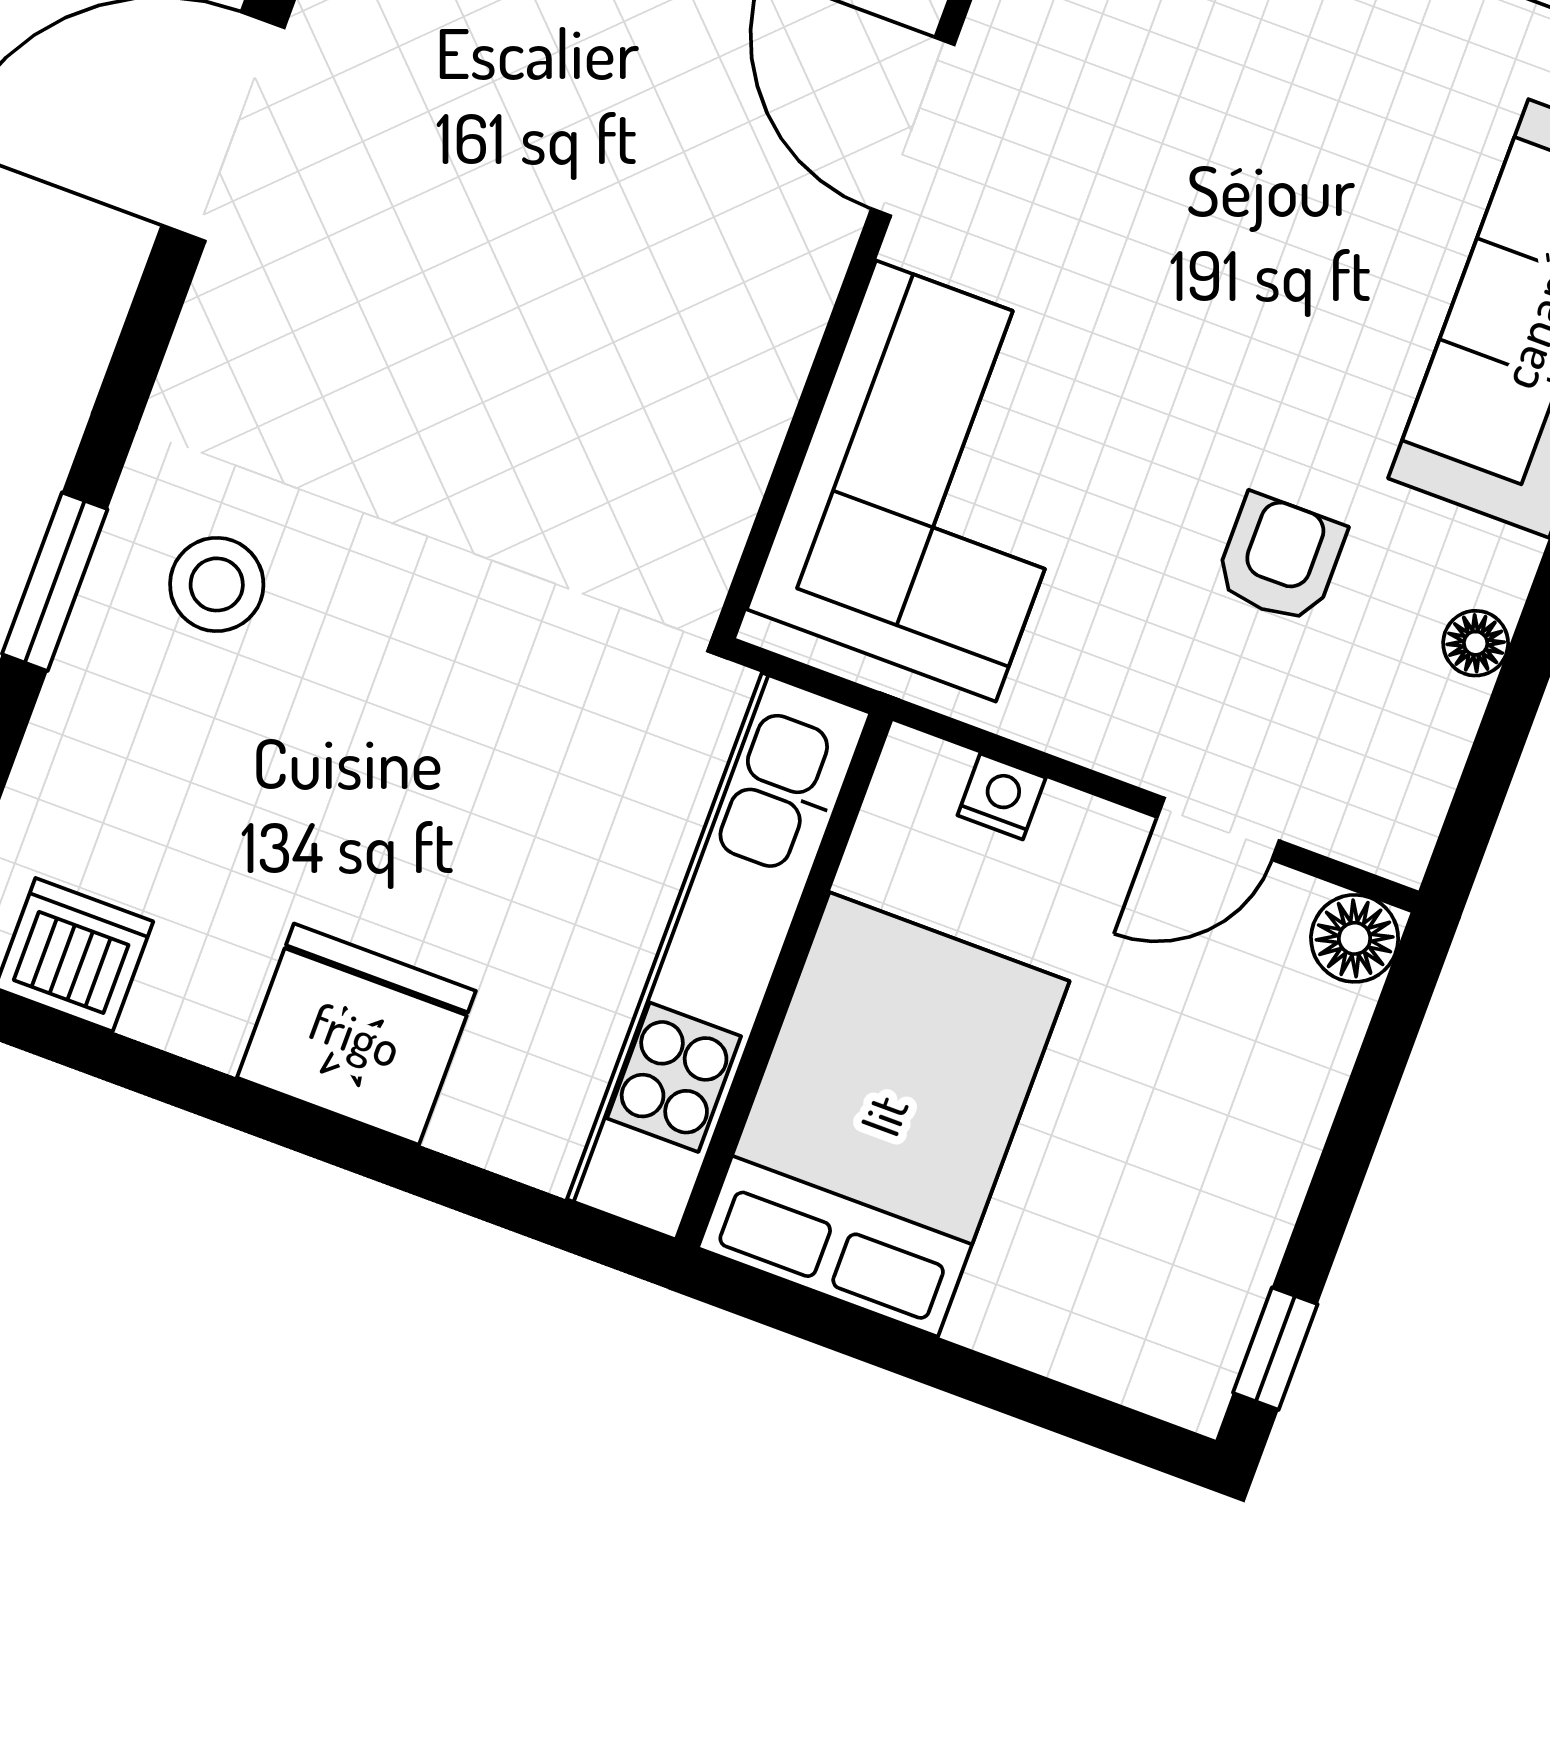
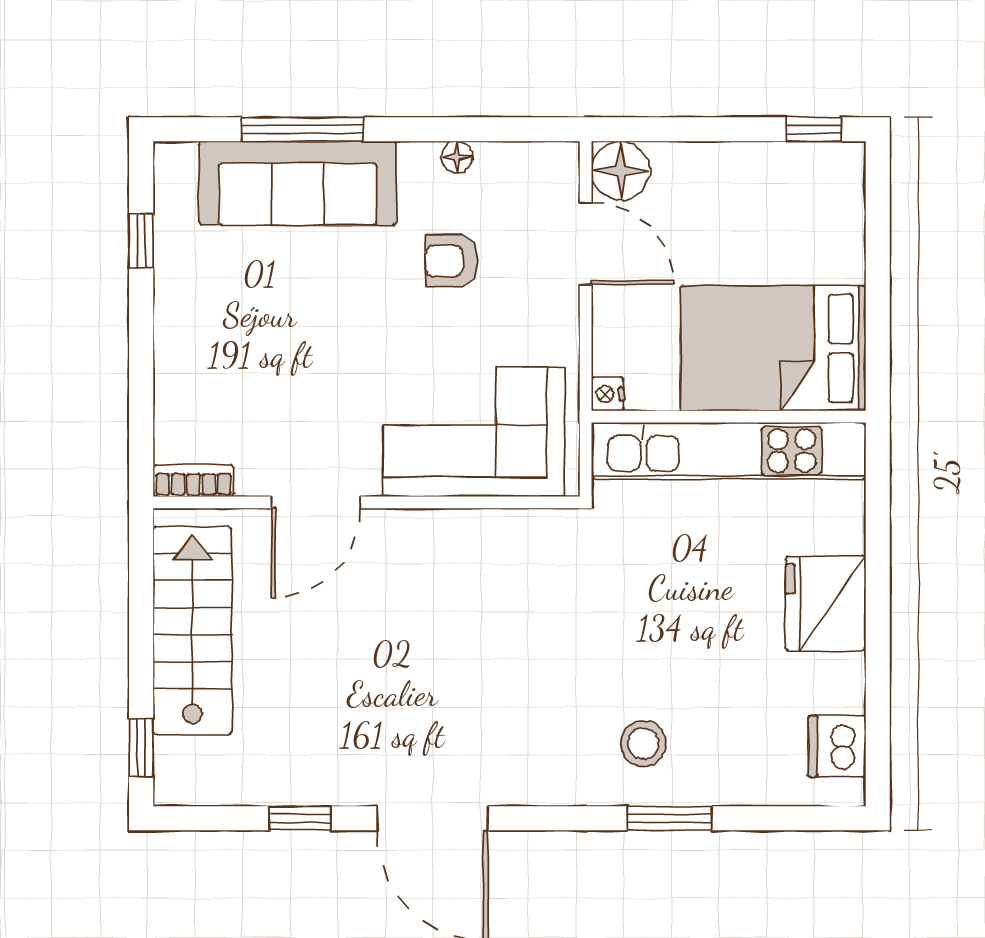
nightstand: (1002, 797) -> (607, 394), moved
door: (1218, 829) -> (586, 244), width x1.38
floor lamp: (1355, 938) -> (621, 171), width x1.38, depth x1.38

